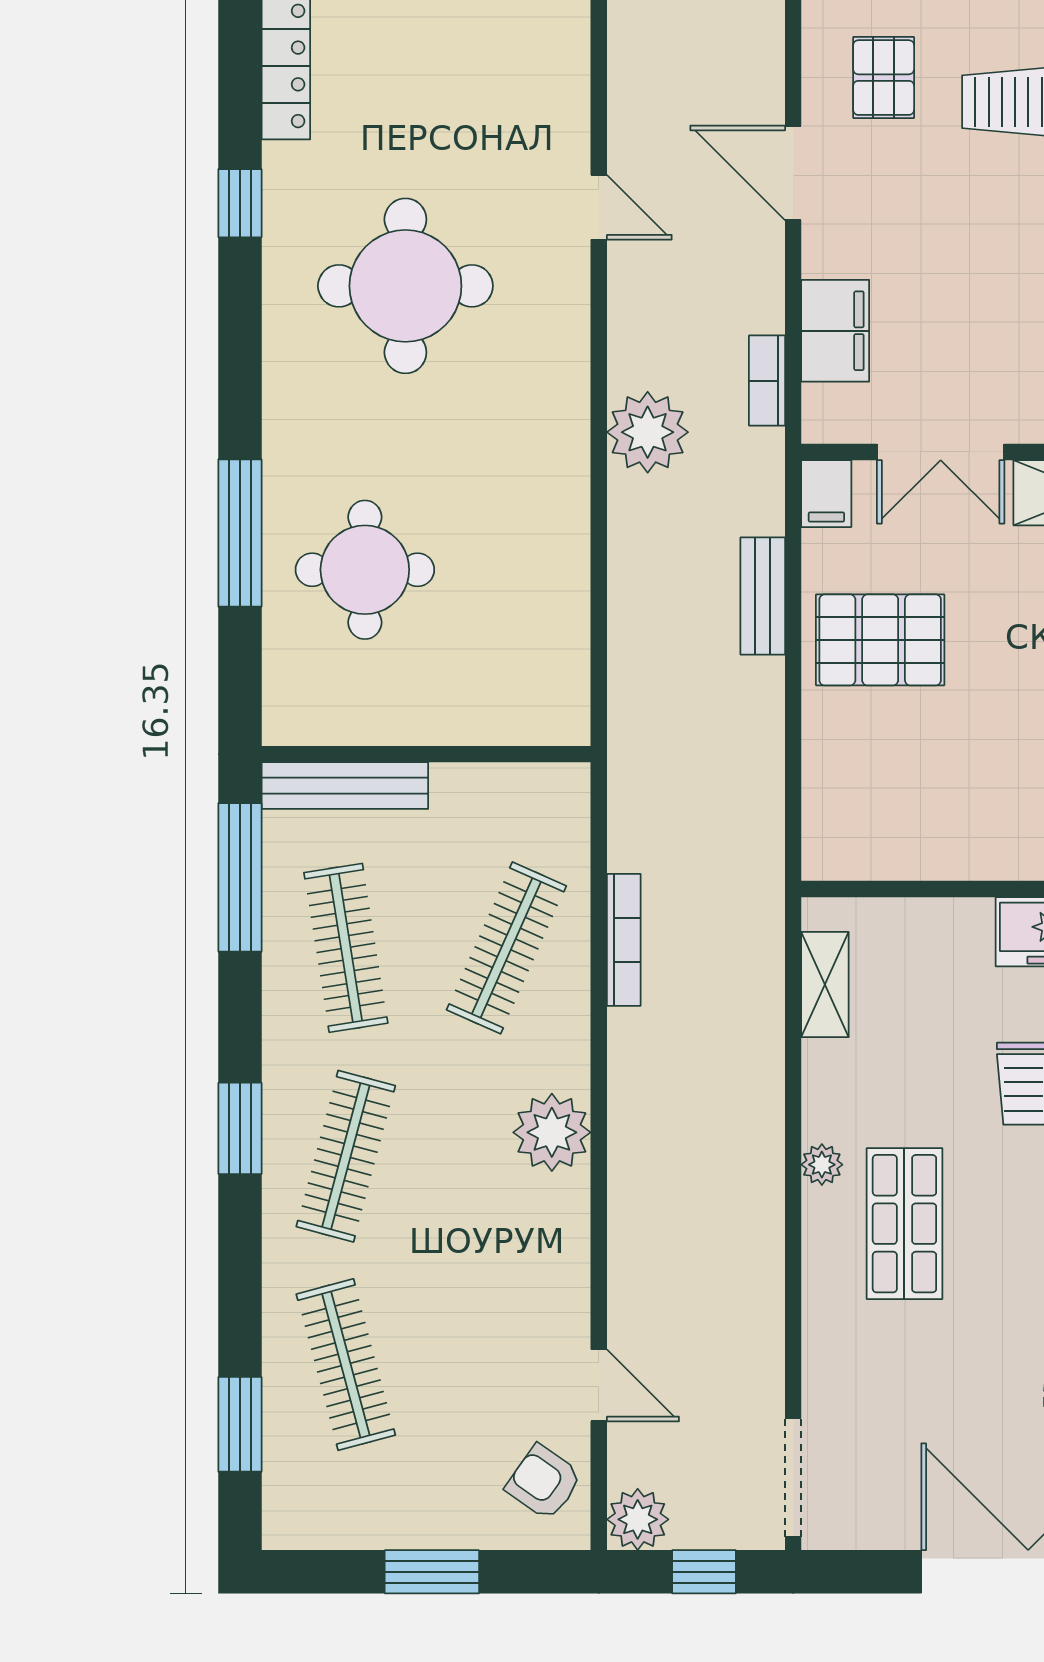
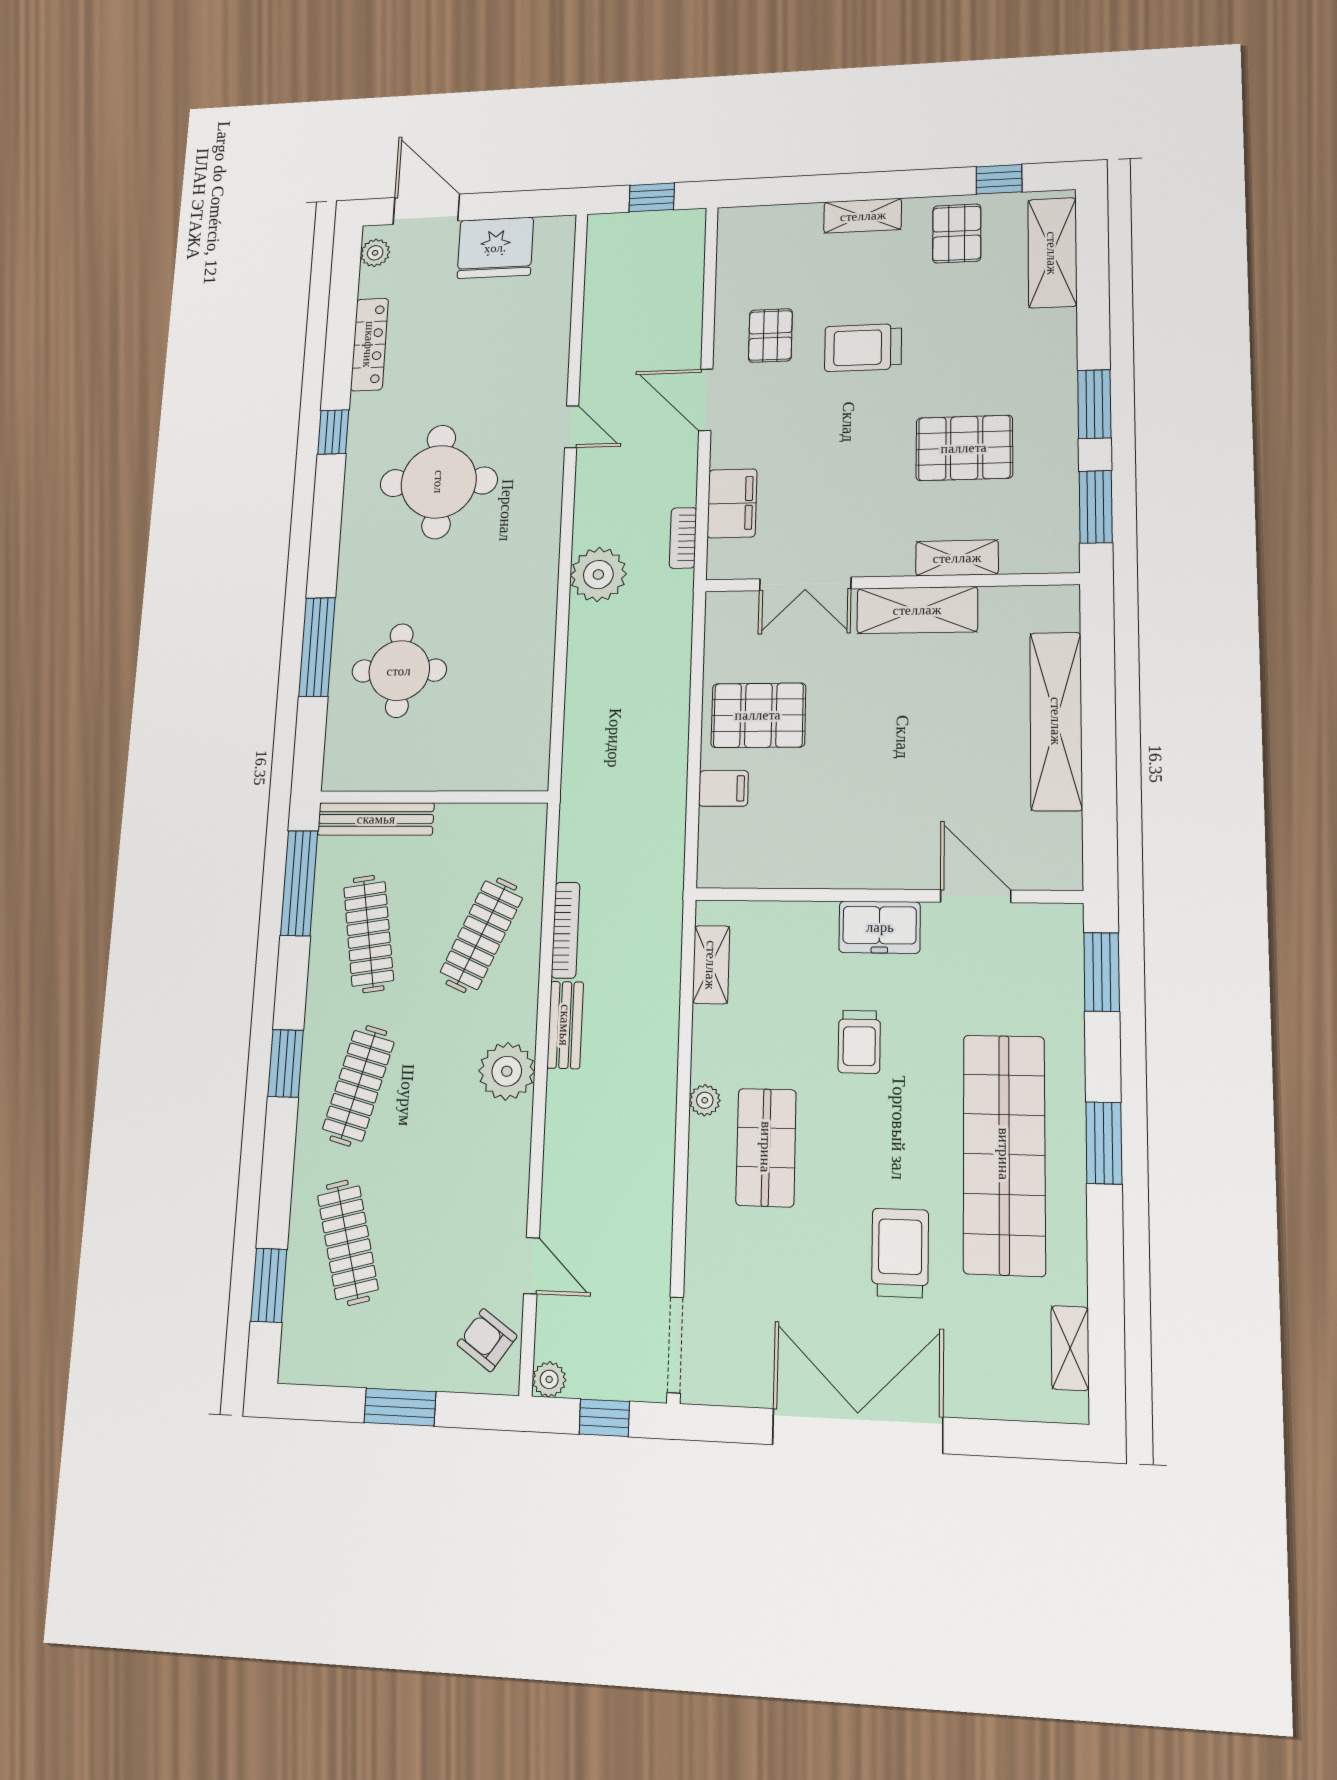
filing cabinet: (826, 494) -> (723, 788), moved, turned -90
bench: (763, 596) -> (565, 1025), moved
plant: (638, 1519) -> (549, 1379), width x0.73, depth x0.73

